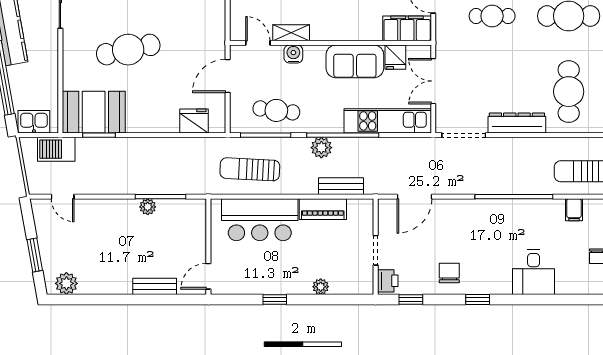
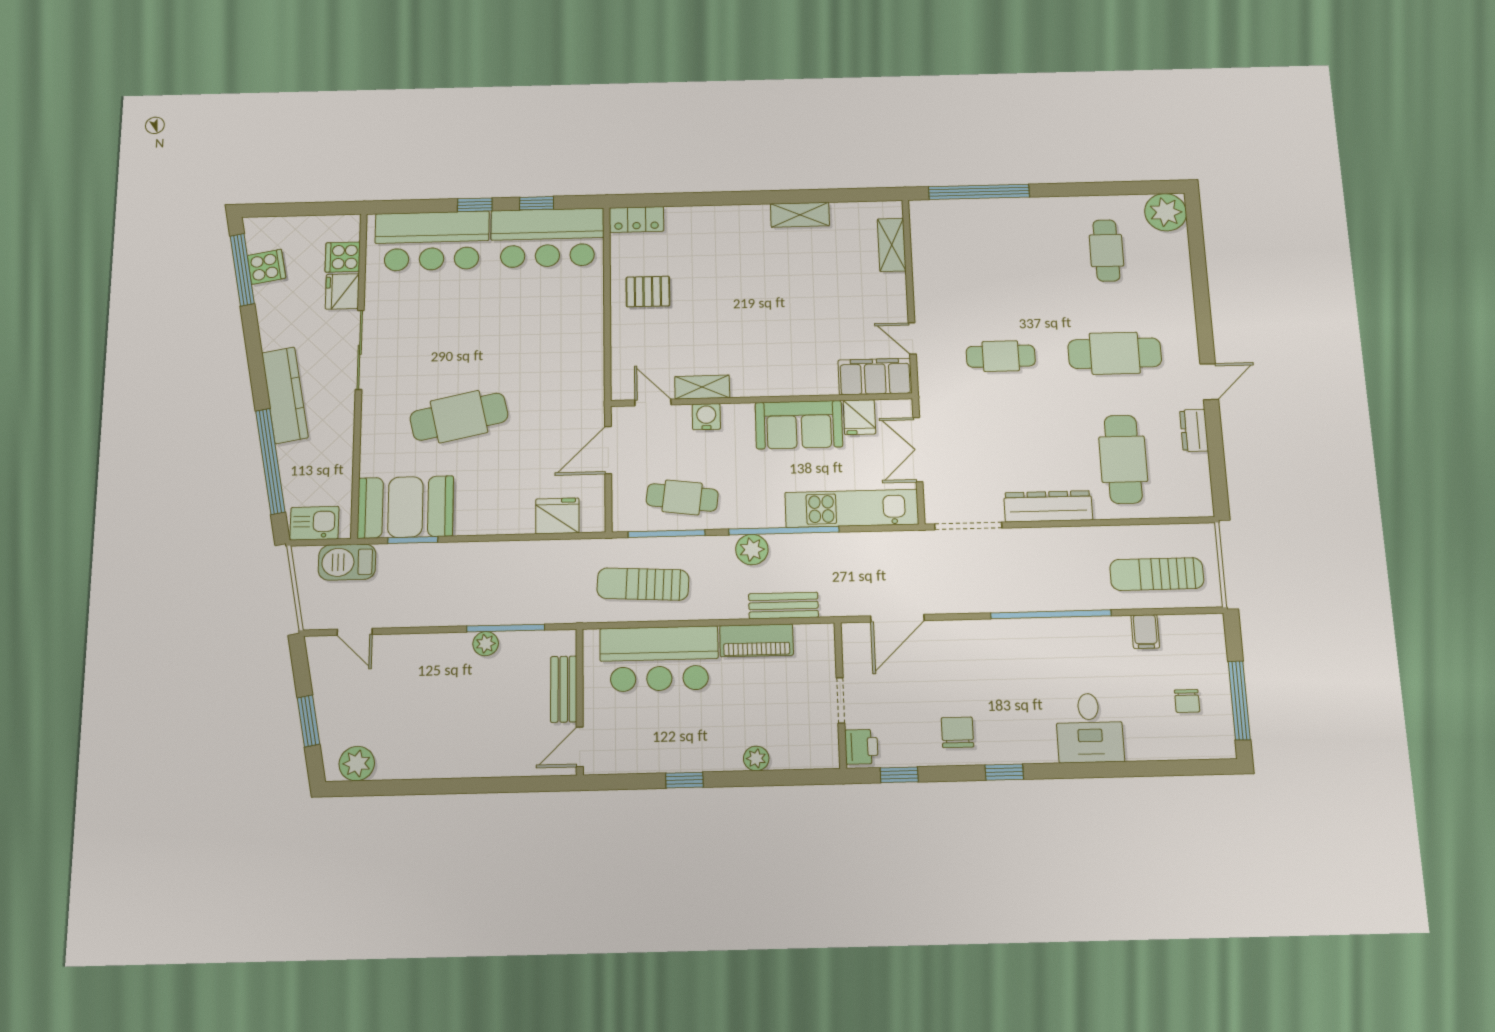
bench: (155, 286) -> (564, 689), moved, turned 90

